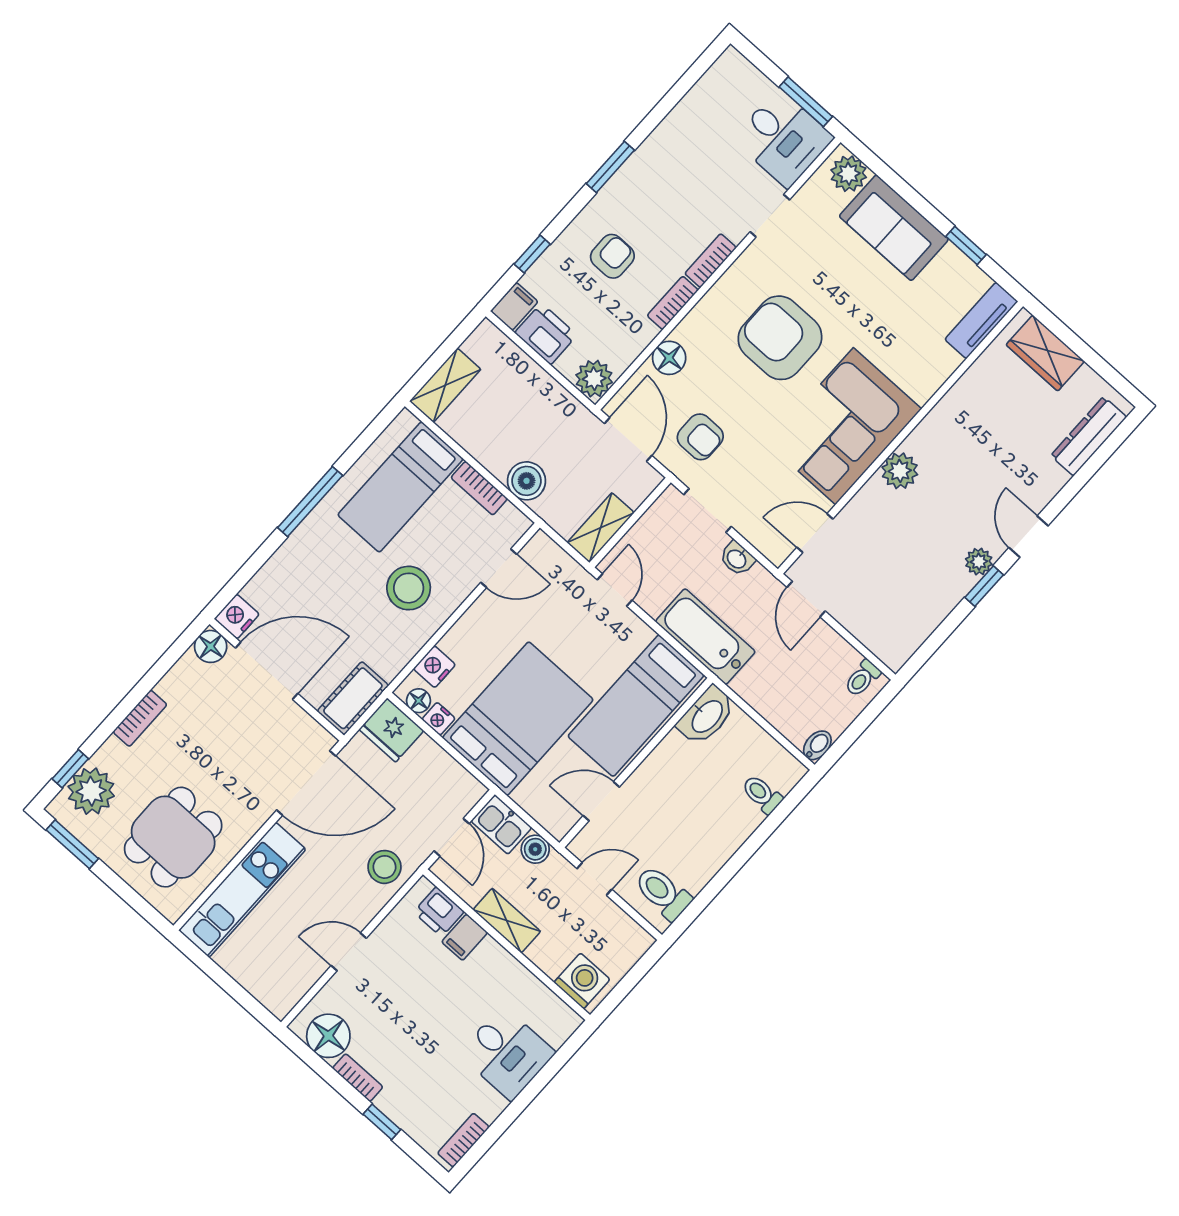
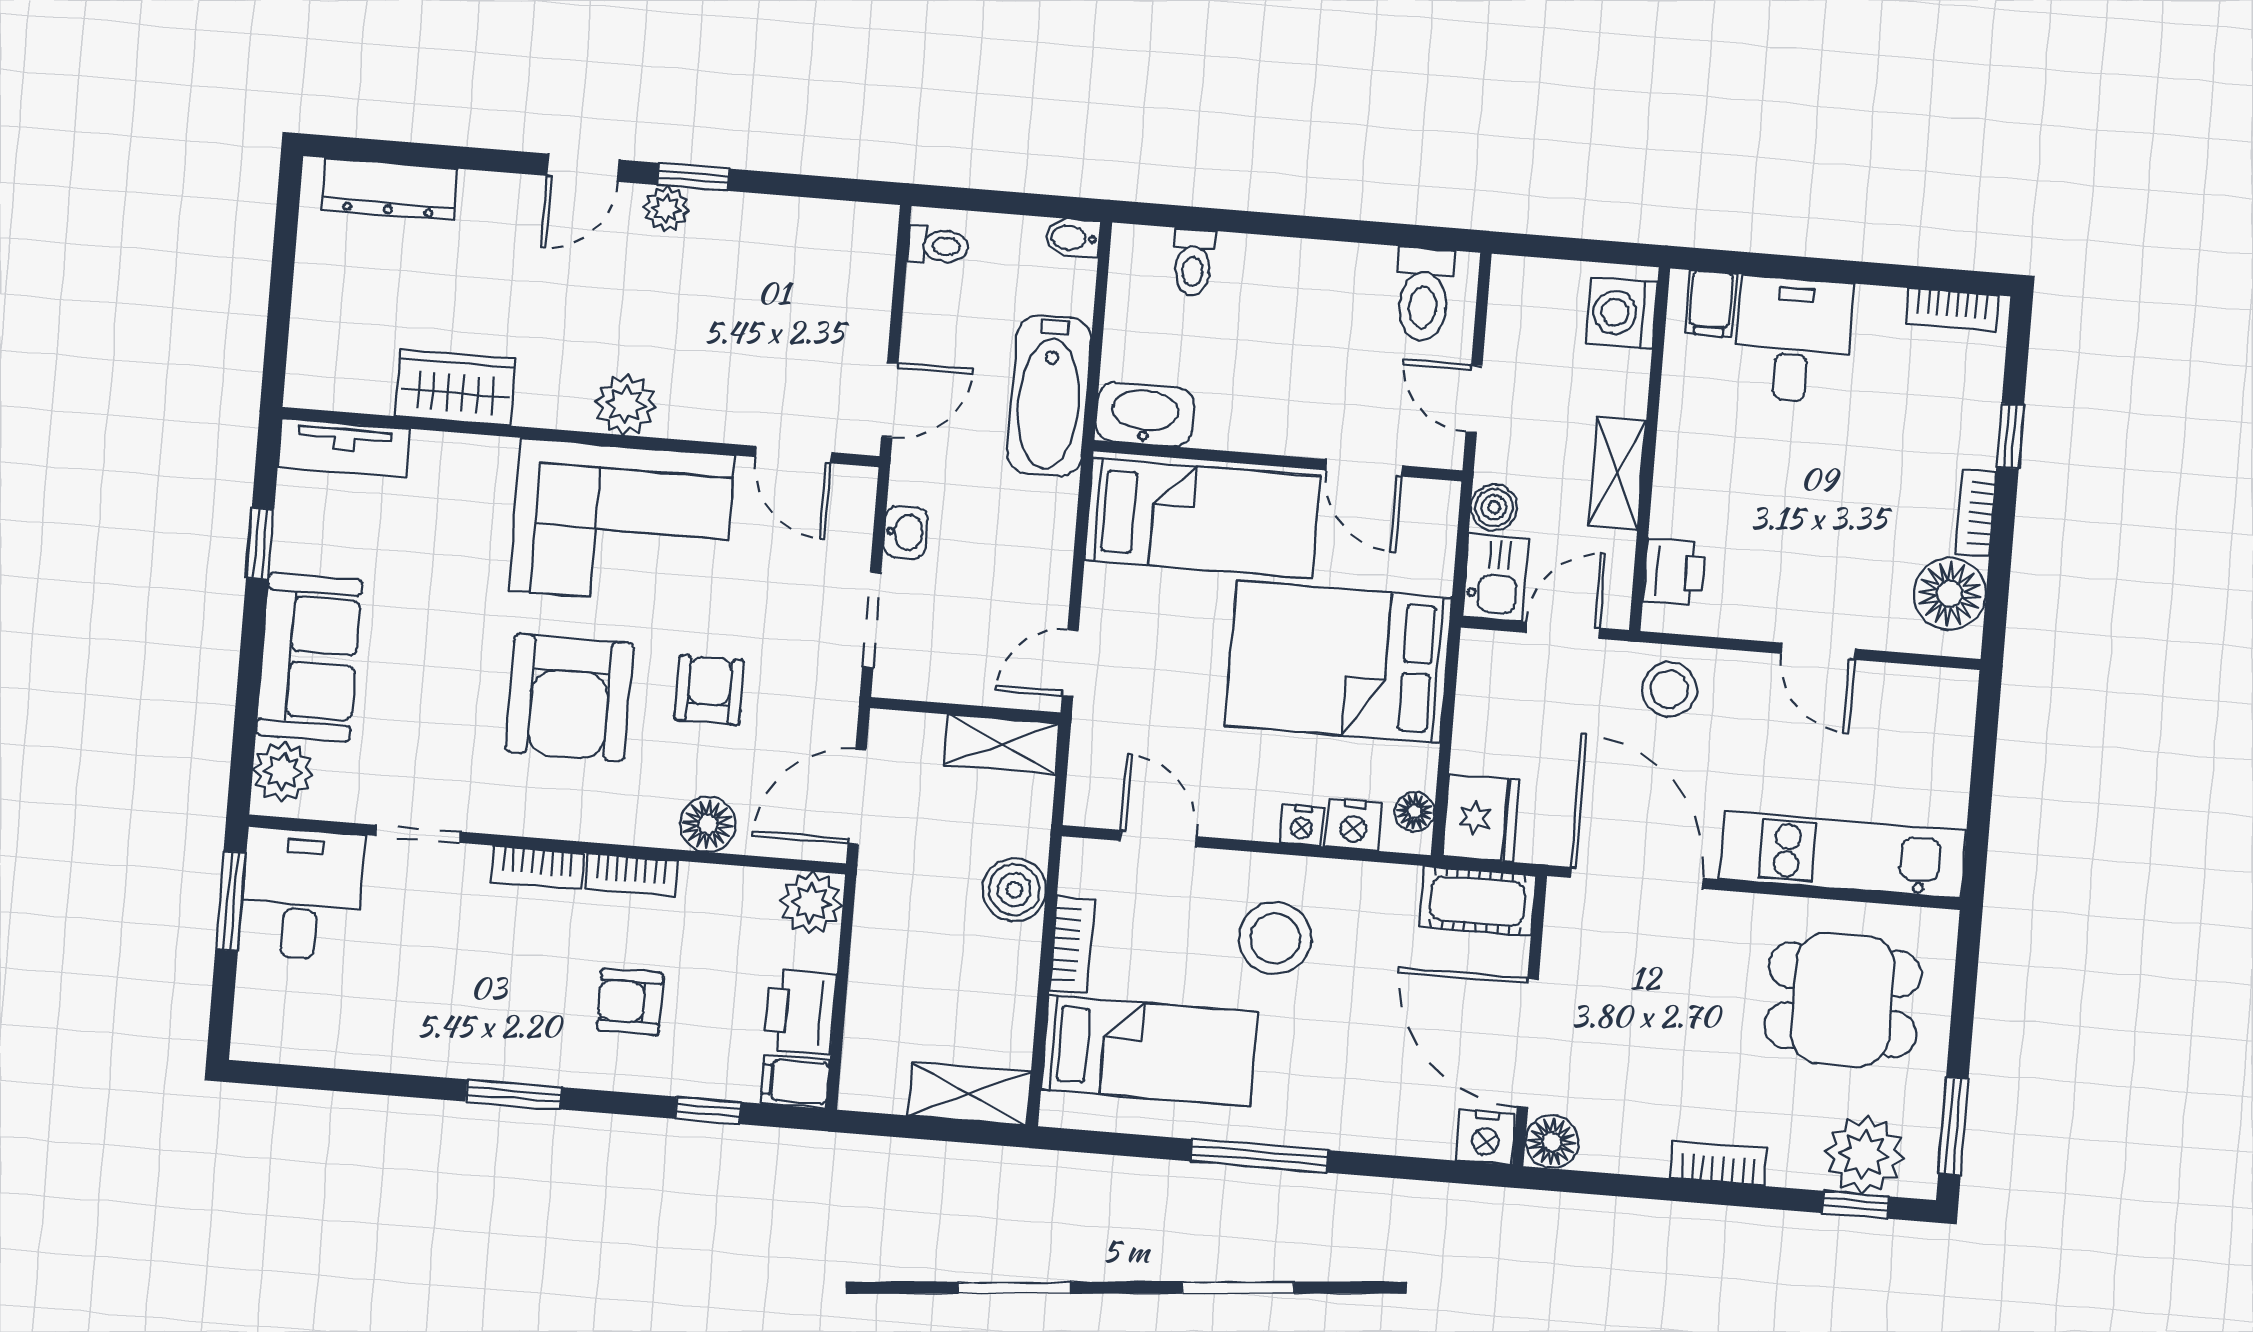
wardrobe: (1045, 353) -> (456, 387), moved, turned -90
armchair: (700, 437) -> (709, 690), moved
bathtub: (705, 637) -> (1049, 396), moved
nightstand: (439, 719) -> (1302, 825), moved, turned 90
filing cabinet: (465, 937) -> (1711, 304), moved, turned 90

